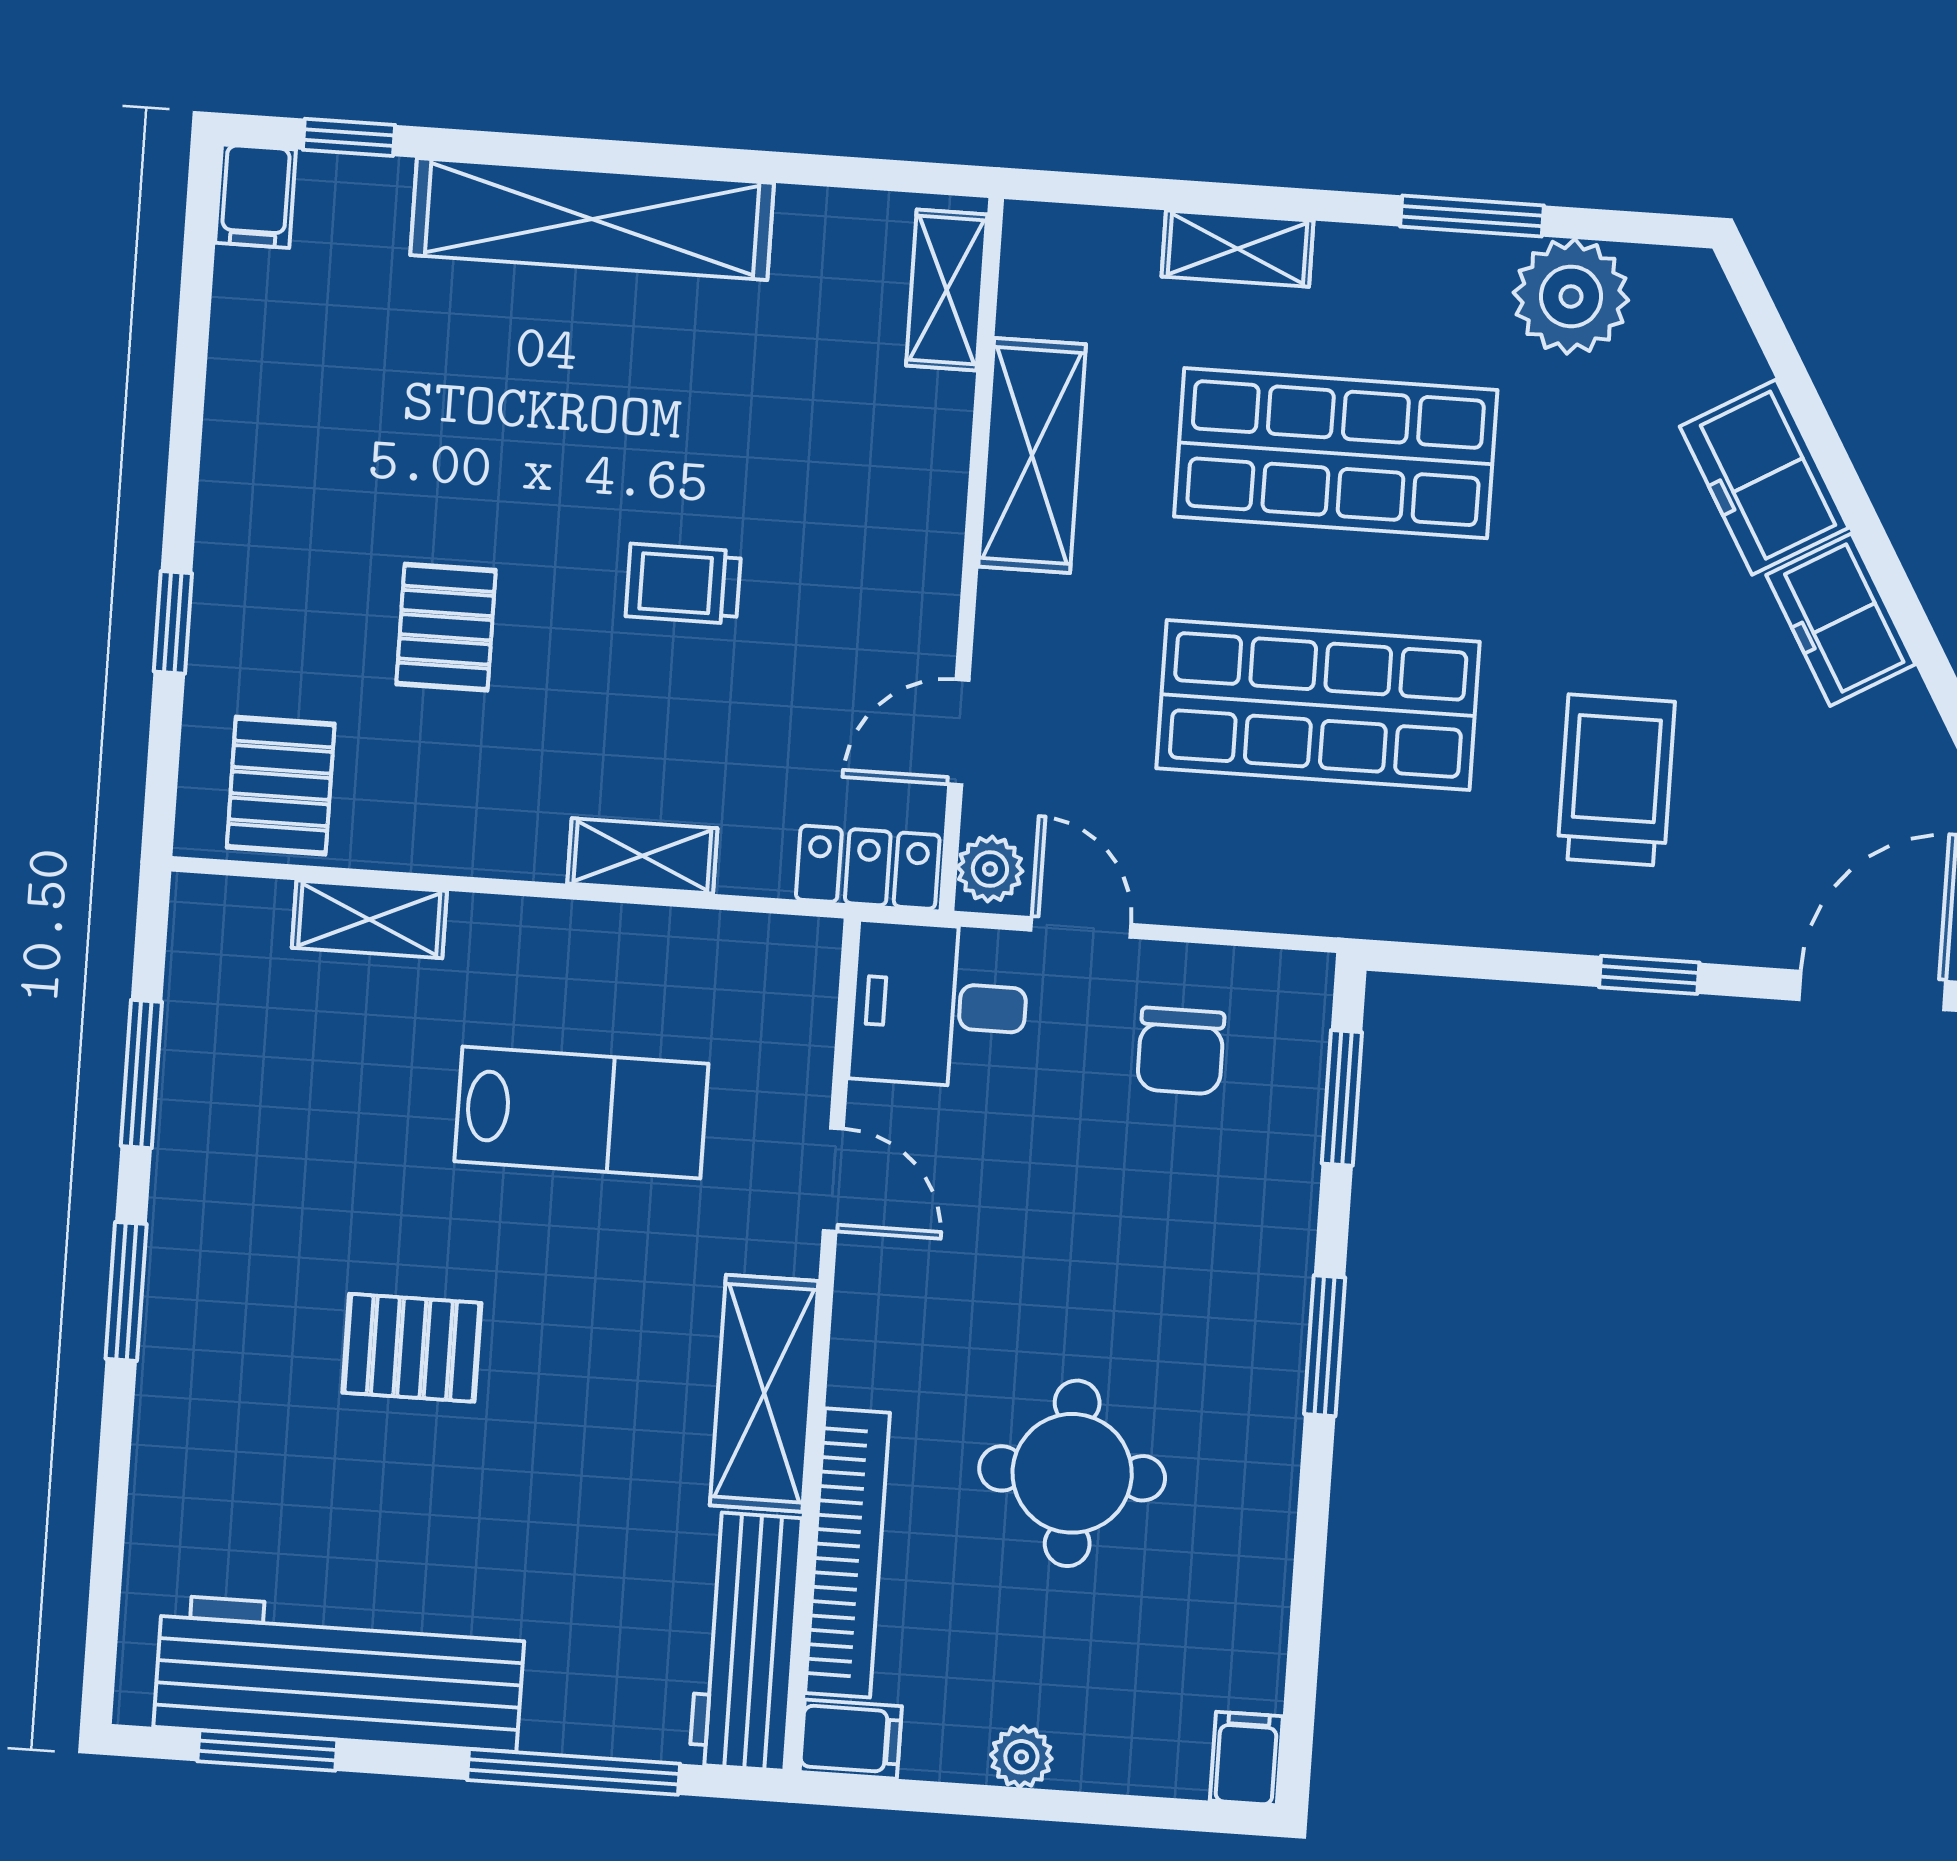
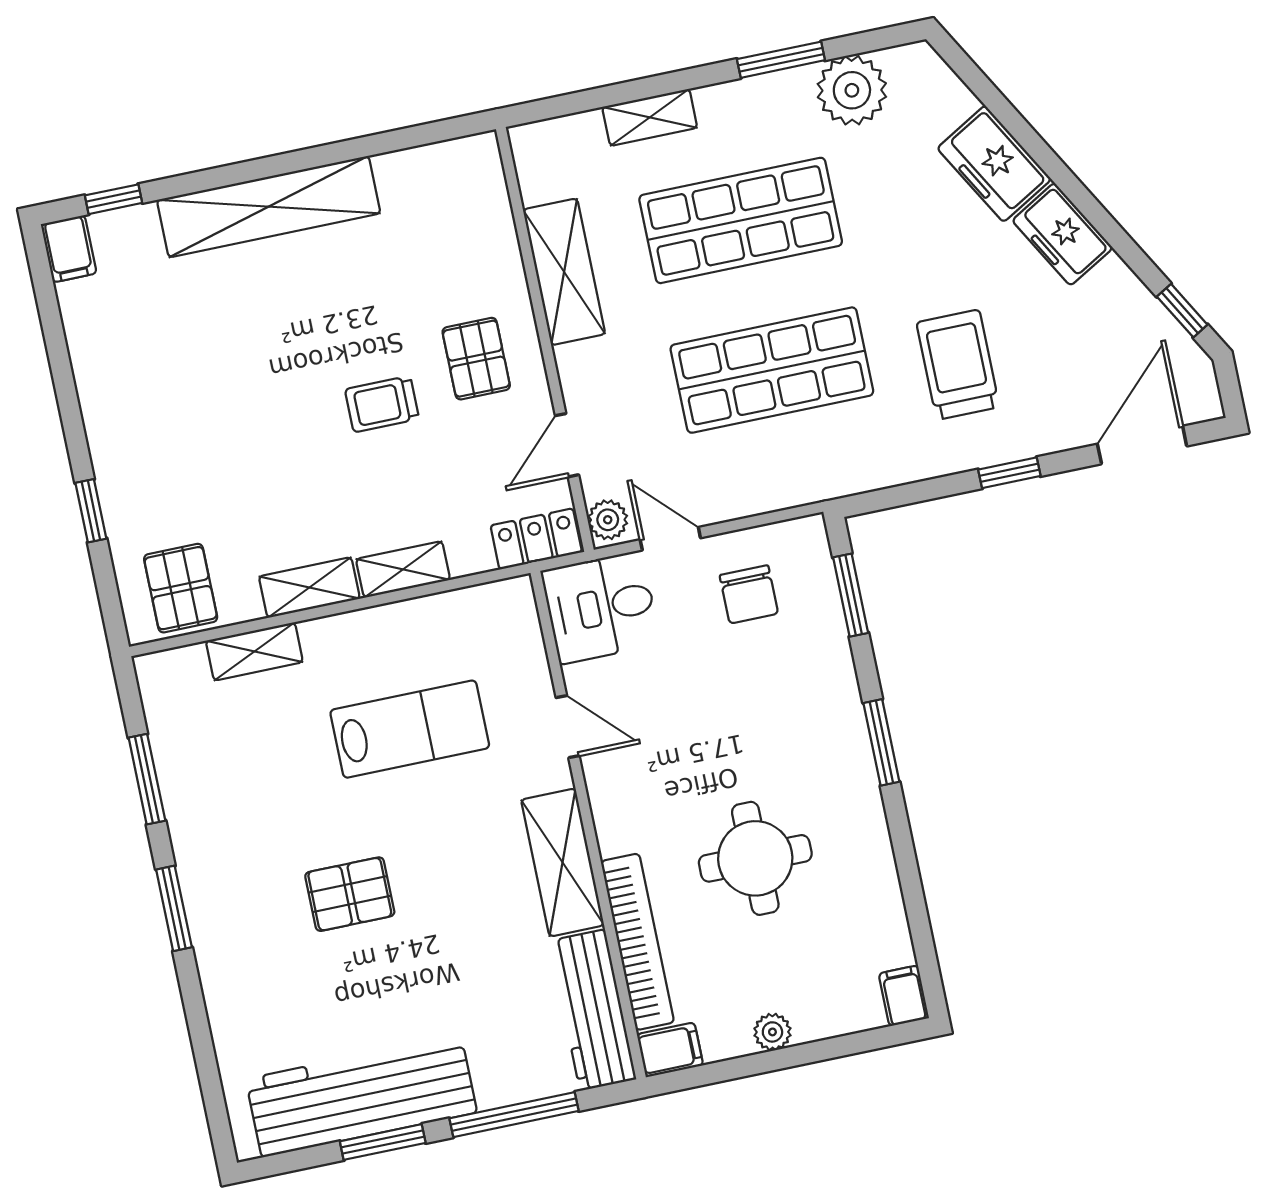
shelving: (947, 290) -> (309, 588), moved, turned 90
pallet: (446, 627) -> (476, 359), moved
window: (267, 1751) -> (383, 1142), moved

